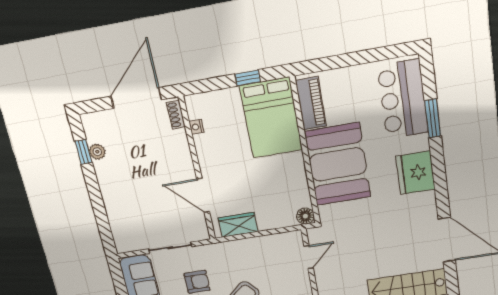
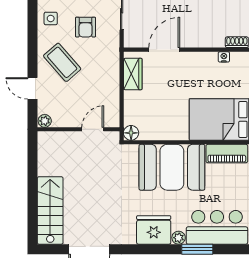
plant: (421, 143) -> (179, 238), added
door: (309, 257) -> (93, 129), swing flipped

